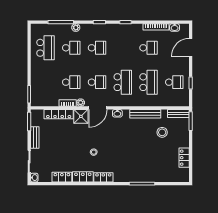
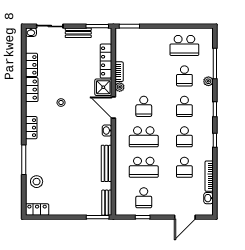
door: (191, 47) -> (185, 217), swing flipped
school desk: (71, 82) -> (184, 137), moved
stool: (162, 132) -> (37, 182), moved
locker: (184, 158) -> (37, 210), moved
locker: (103, 177) -> (31, 128), moved

